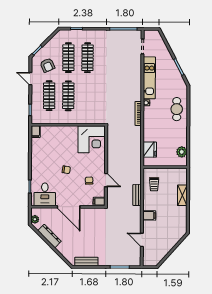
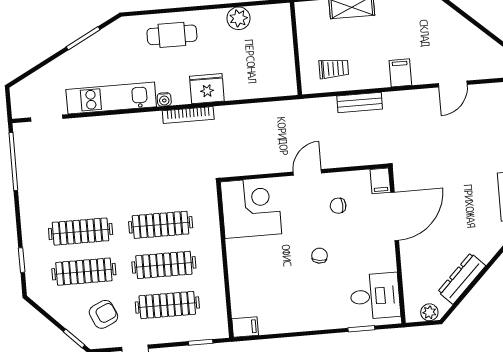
clothes rail: (87, 96) -> (161, 225), added
fridge: (150, 150) -> (207, 89), moved
plant: (182, 152) -> (239, 18), moved
door: (106, 180) -> (307, 172), moved
door: (69, 207) -> (395, 216), moved

